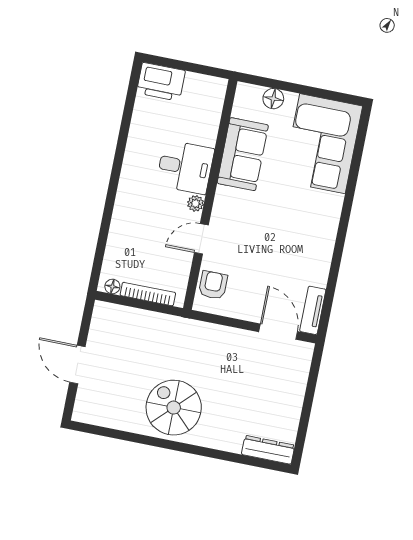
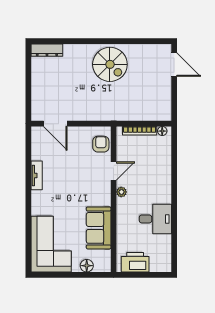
printer: (161, 82) -> (135, 262), moved
desk: (185, 167) -> (155, 219), moved, turned 180
armchair: (213, 285) -> (101, 144), turned 180
tv unit: (313, 310) -> (37, 175), moved
door: (77, 364) -> (174, 65), moved

